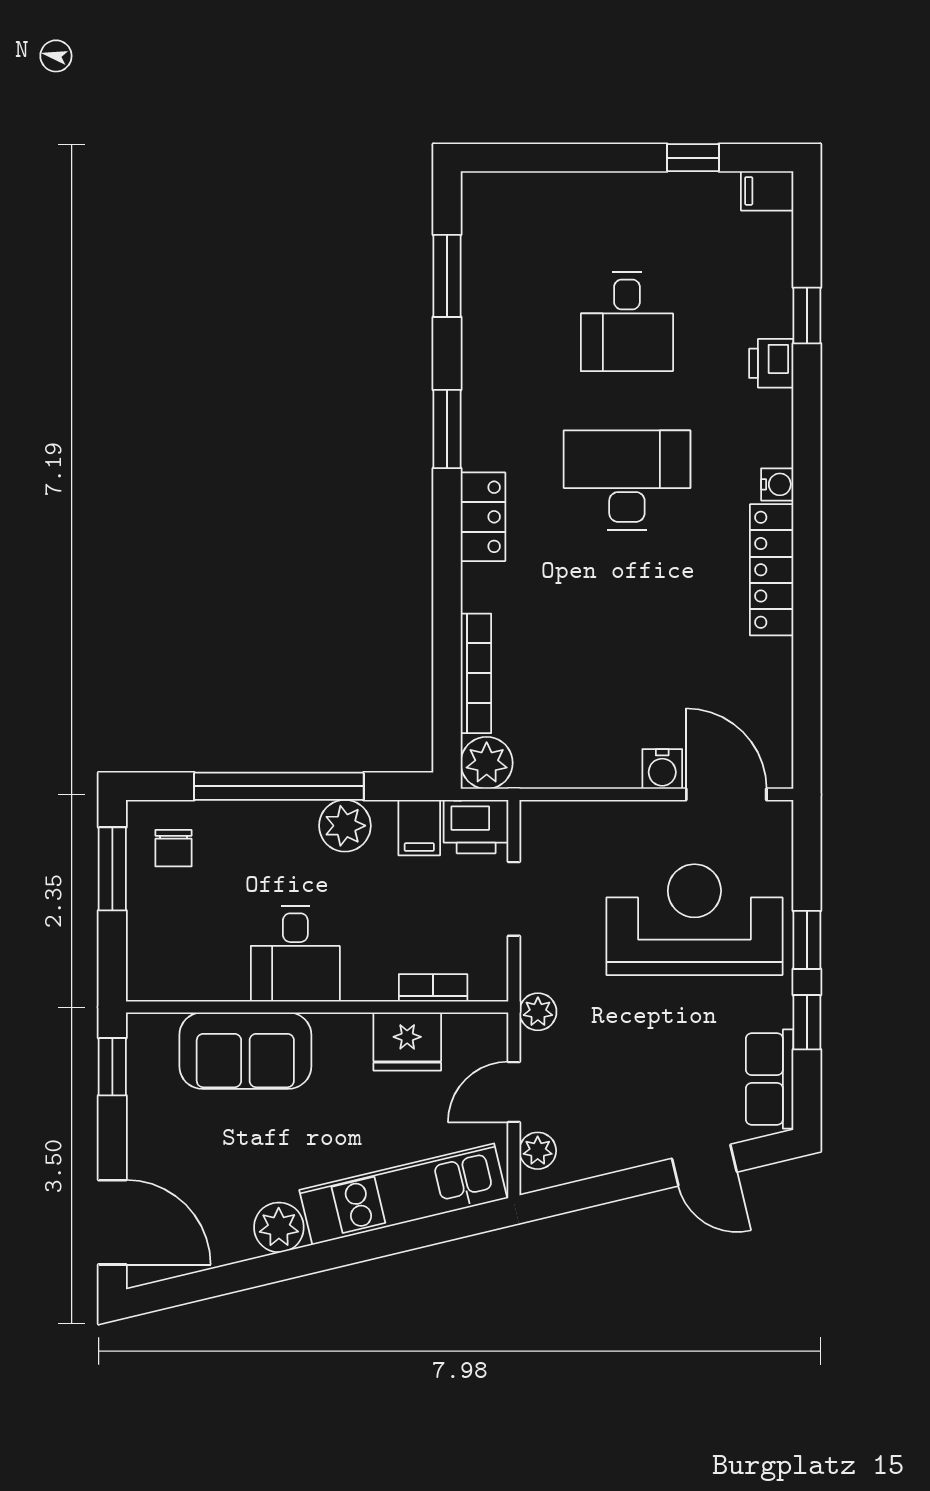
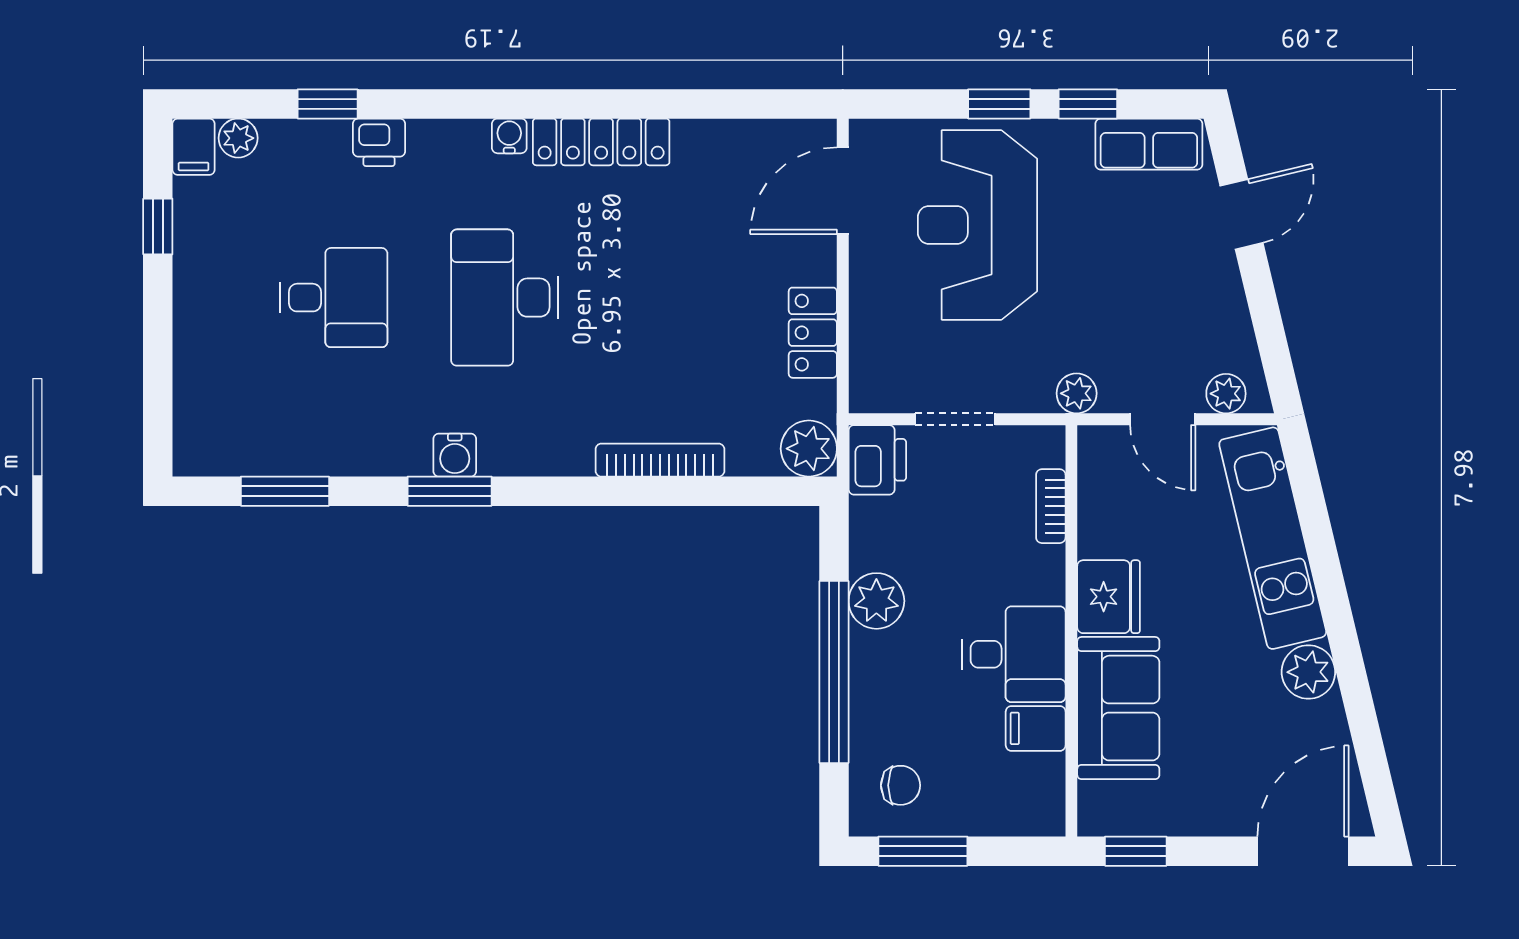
plant: (775, 232) -> (238, 138), added
locker: (483, 517) -> (813, 333), moved, turned -90
bookcase: (476, 673) -> (660, 460), moved
water cooler: (662, 769) -> (455, 455), moved, turned 90
filing cabinet: (419, 828) -> (1036, 728), moved, turned 180
fridge: (407, 1042) -> (1109, 597), moved

